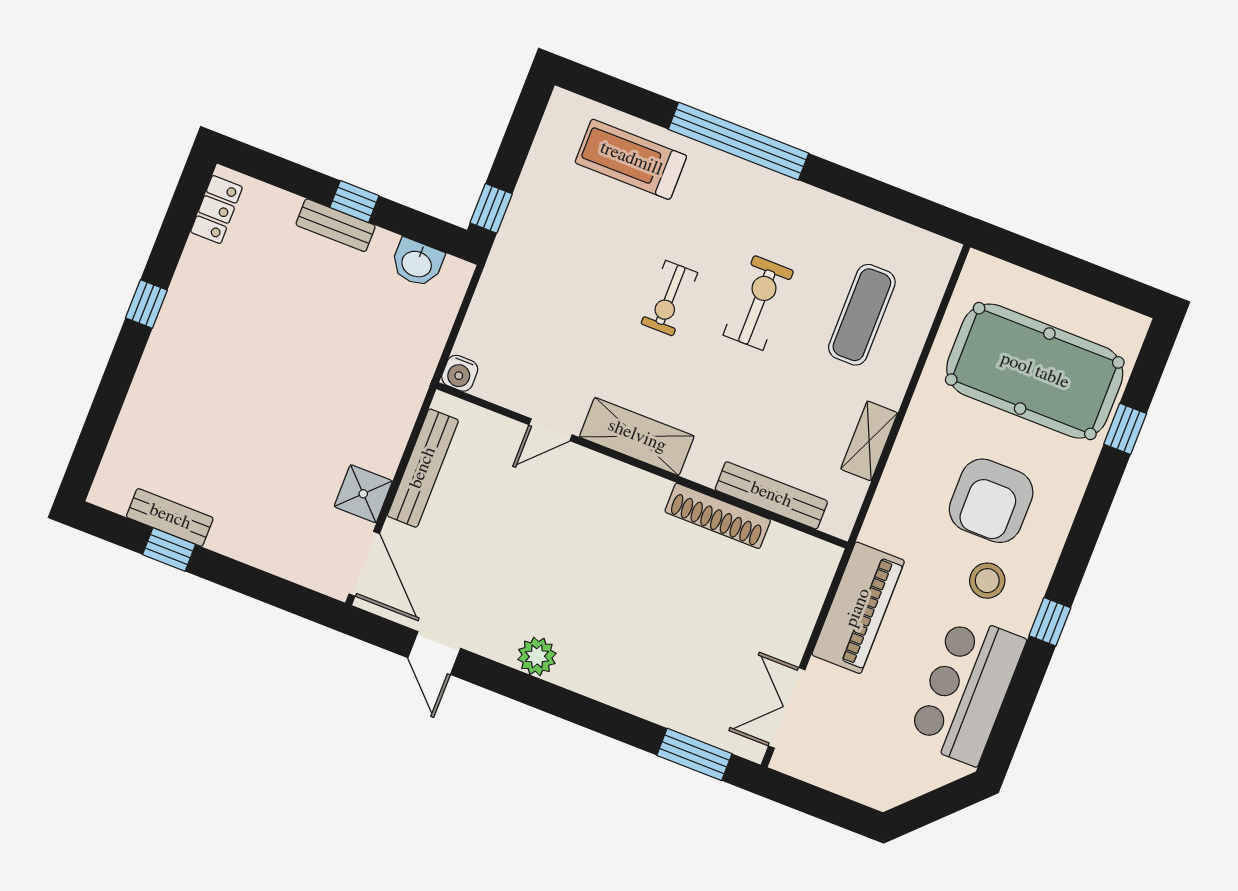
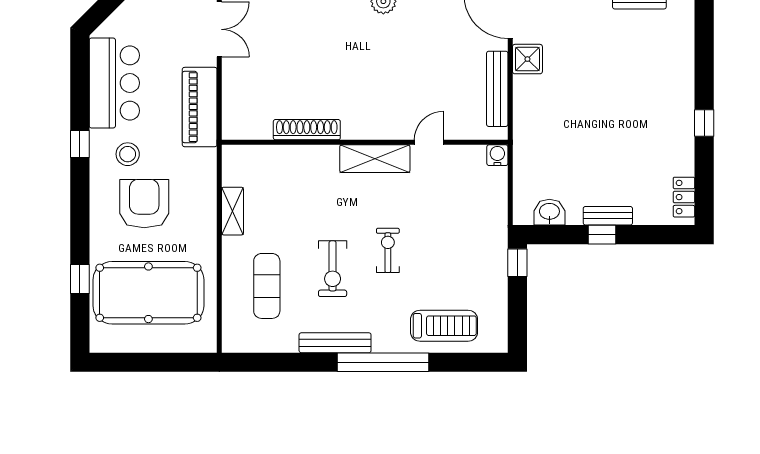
bench: (771, 495) -> (335, 343), moved

